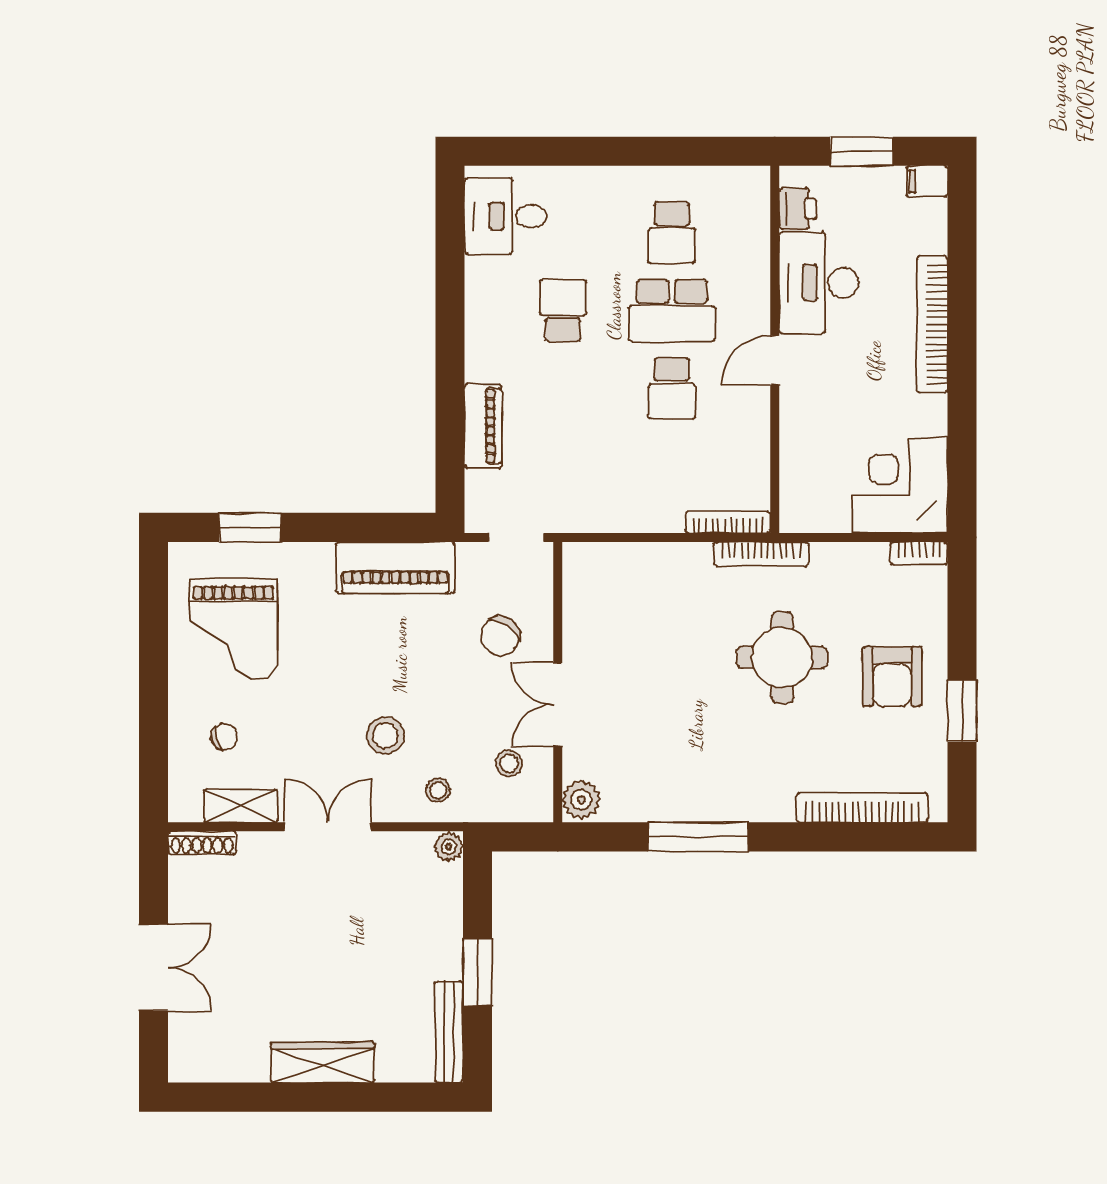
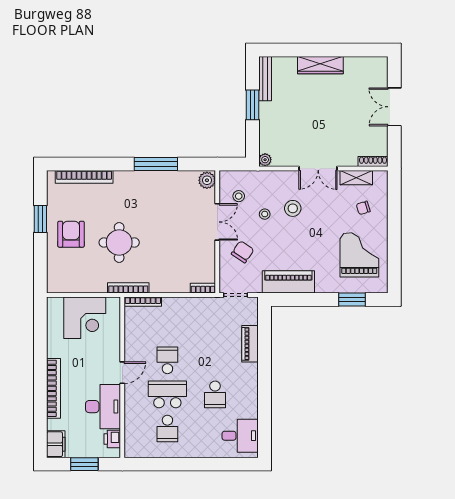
filing cabinet: (927, 181) -> (56, 444), width x2.00
school desk: (672, 233) -> (167, 428), turned 180
corner desk: (900, 485) -> (85, 318), moved
bookcase: (919, 553) -> (203, 288), moved
stool: (438, 790) -> (265, 214), moved

